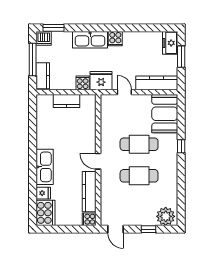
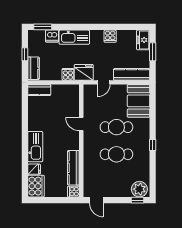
dishwasher: (44, 38) -> (52, 36), moved
cooker: (115, 39) -> (110, 36), moved
window: (33, 59) -> (25, 54), width x0.46
door: (124, 92) -> (104, 82), swing flipped
kitchen counter: (67, 101) -> (39, 90), moved
window: (181, 146) -> (153, 145), moved
door: (98, 161) -> (81, 124), moved
window: (149, 229) -> (137, 200), moved

